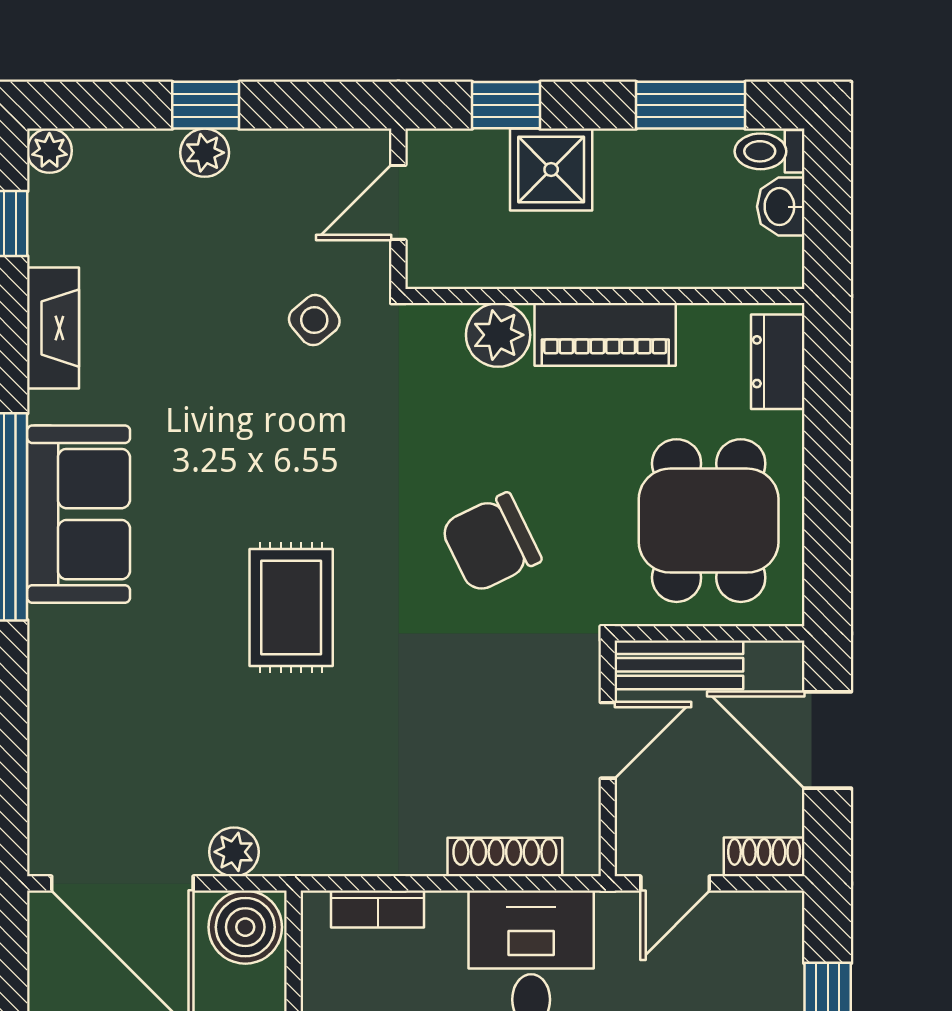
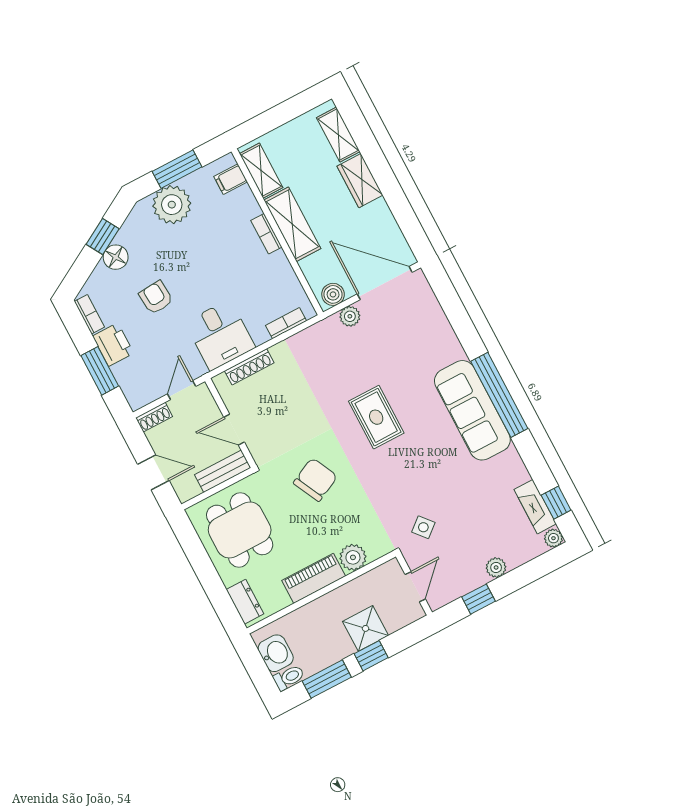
window: (206, 105) -> (478, 599), moved
window: (506, 105) -> (371, 656), moved
washbasin: (781, 207) -> (276, 653), width x1.38, depth x1.45
fireplace: (53, 328) -> (535, 507), moved
sofa: (79, 514) -> (472, 410), width x1.36
door: (608, 740) -> (234, 430), hinge flipped
door: (828, 740) -> (153, 472), width x0.73
boiler: (245, 927) -> (333, 294), width x0.73, depth x0.73

